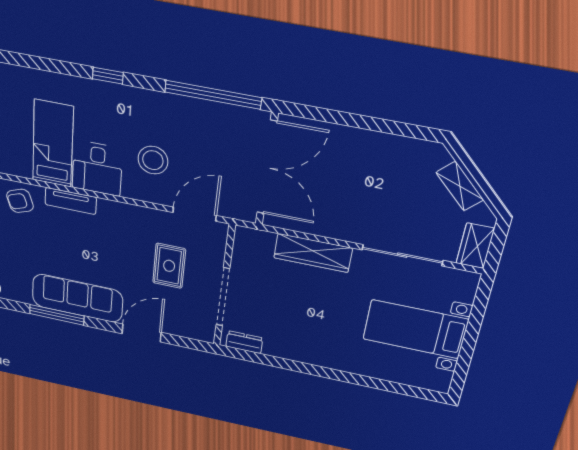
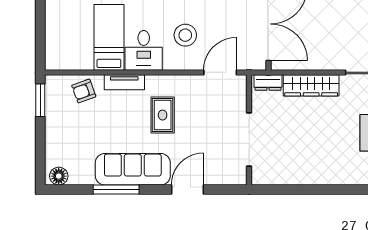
rug: (169, 266) -> (163, 115), moved
dresser: (244, 342) -> (268, 82), moved, turned 180

